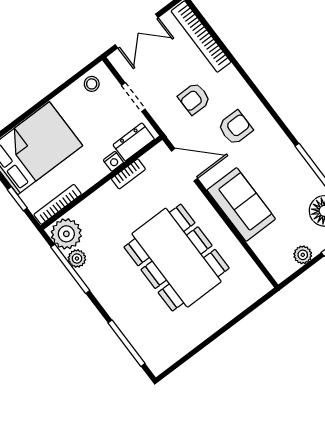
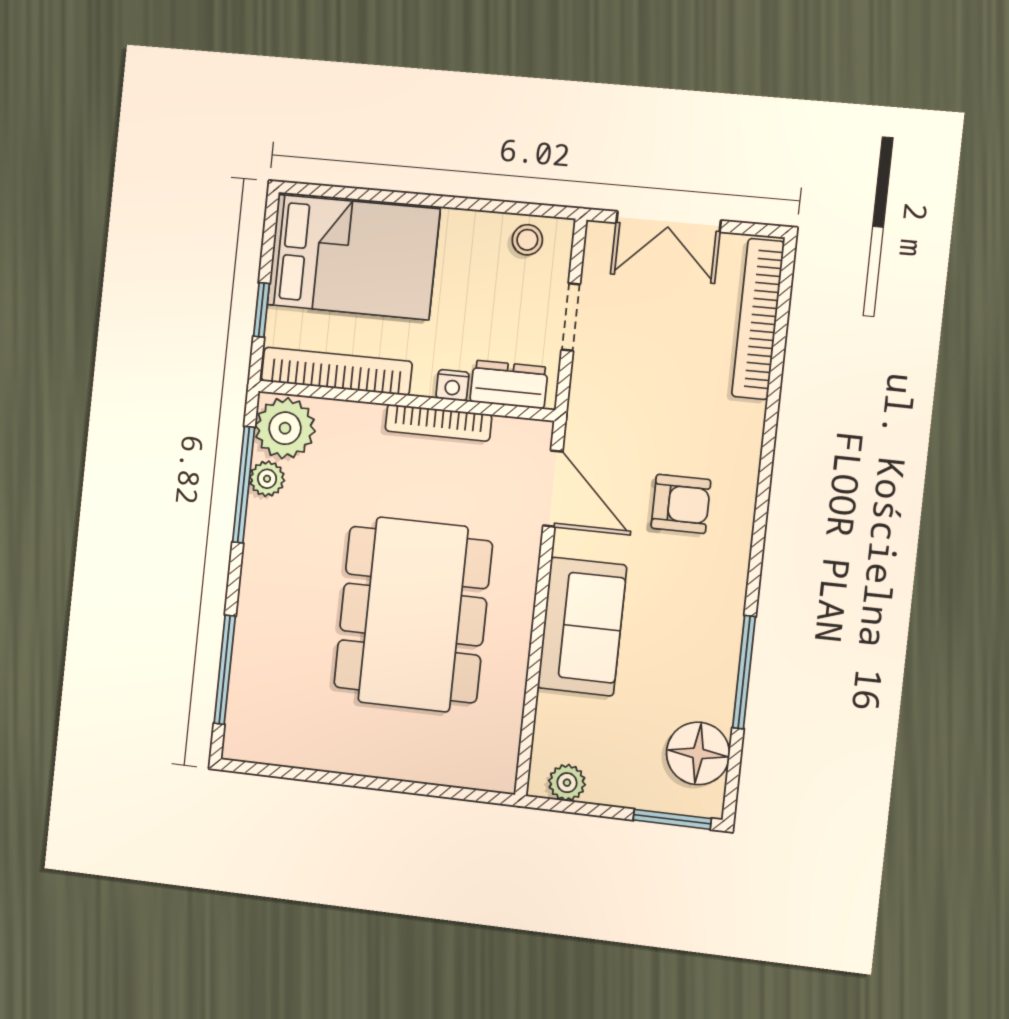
armchair: (194, 99) -> (660, 403), removed
bookcase: (128, 174) -> (438, 423), width x1.56
bookcase: (58, 204) -> (337, 371), width x1.48, depth x1.31
plant: (303, 255) -> (567, 783), moved

